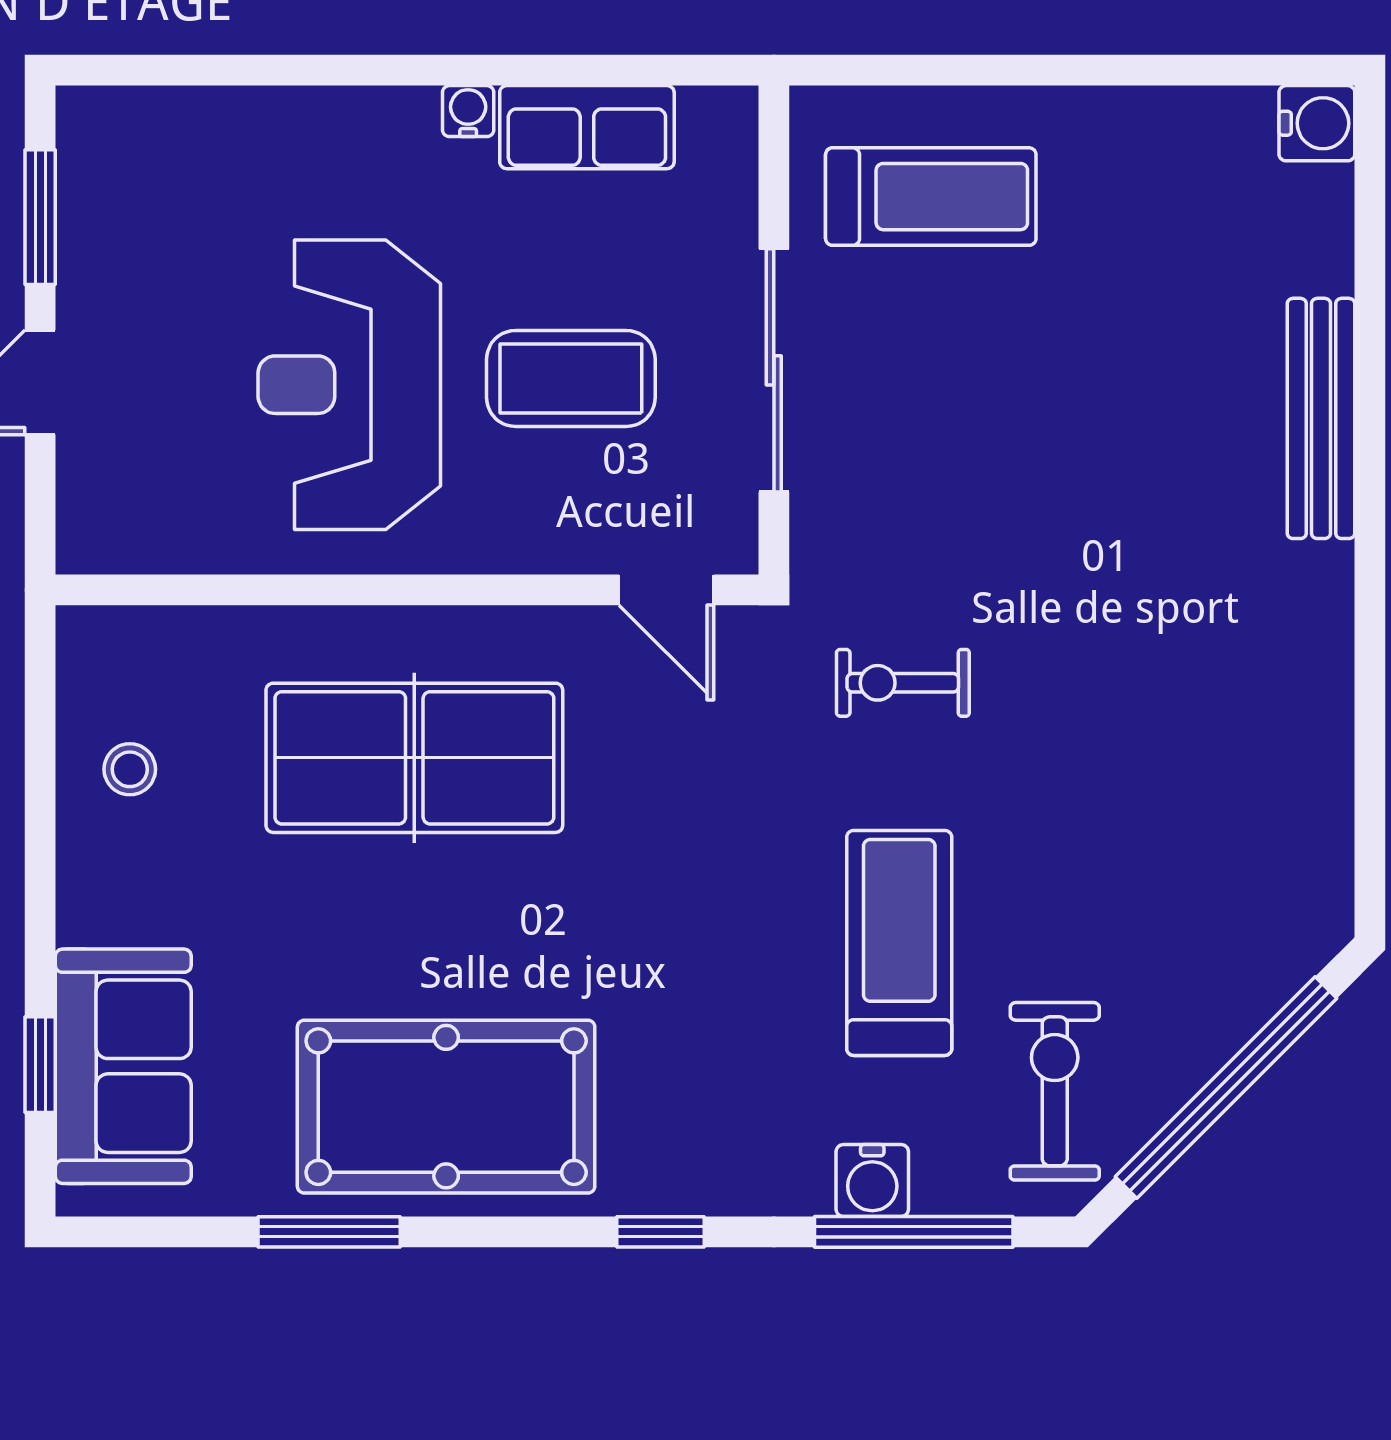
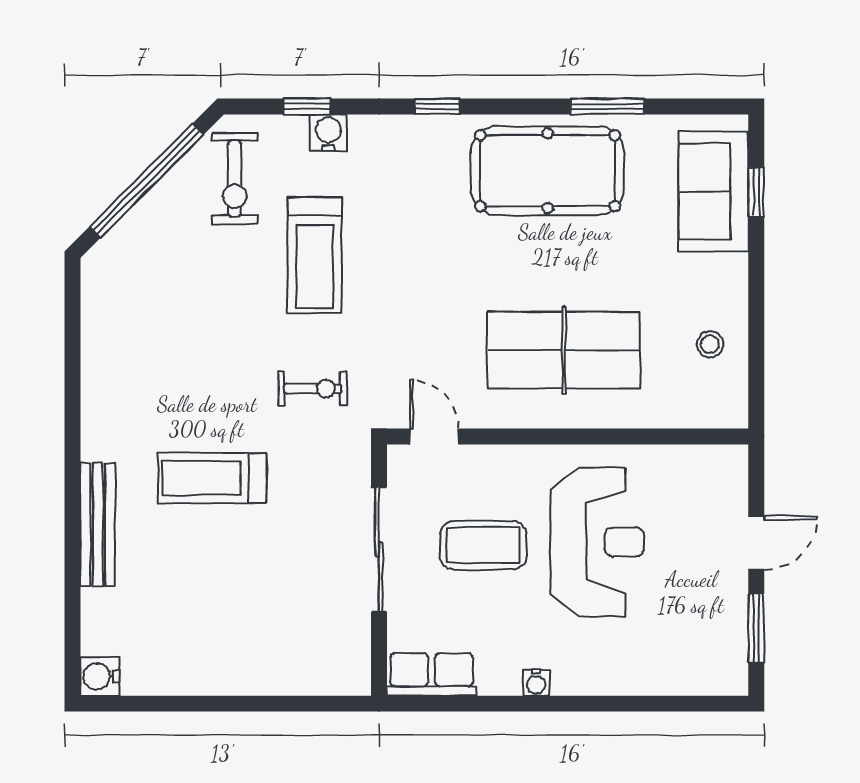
row of seats: (587, 127) -> (432, 674), moved
treadmill: (931, 197) -> (212, 478), moved
window: (914, 1232) -> (307, 106), width x0.46

